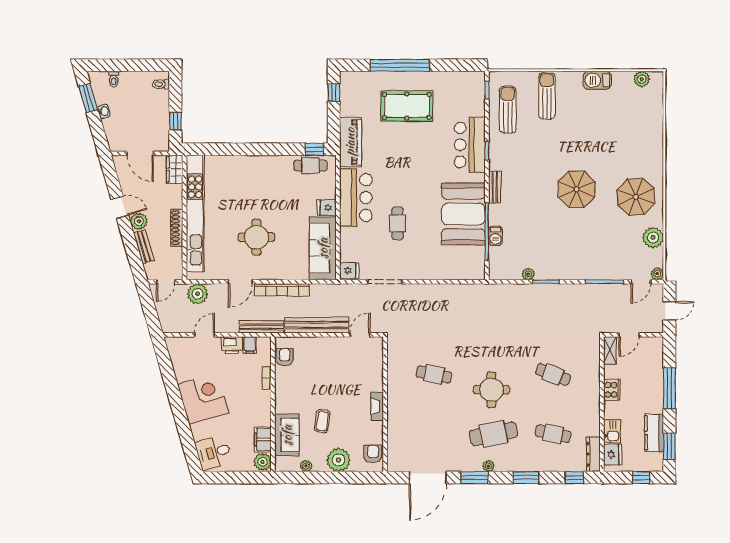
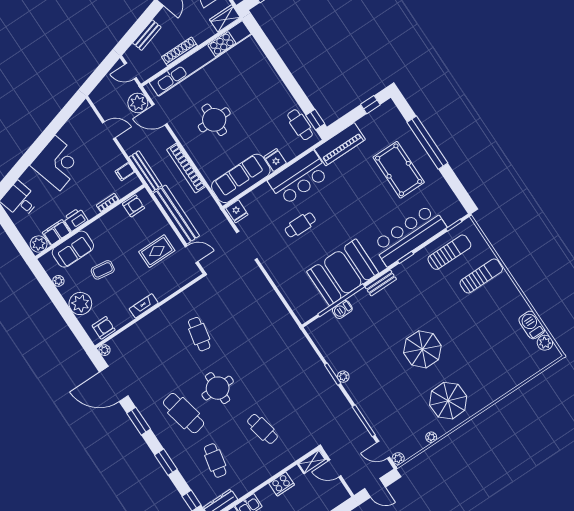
barbecue: (597, 80) -> (532, 325), moved
bar counter: (470, 145) -> (409, 235), width x1.36
plant: (139, 221) -> (164, 18), removed
plant: (653, 237) -> (431, 437), width x0.53, depth x0.53
plant: (528, 274) -> (343, 377), moved
door: (240, 282) -> (160, 115), moved
printer: (232, 345) -> (76, 219), moved, turned 90
rug: (337, 363) -> (157, 251), added
cafe table: (553, 374) -> (262, 429), turned -33
plant: (488, 466) -> (105, 350), moved

